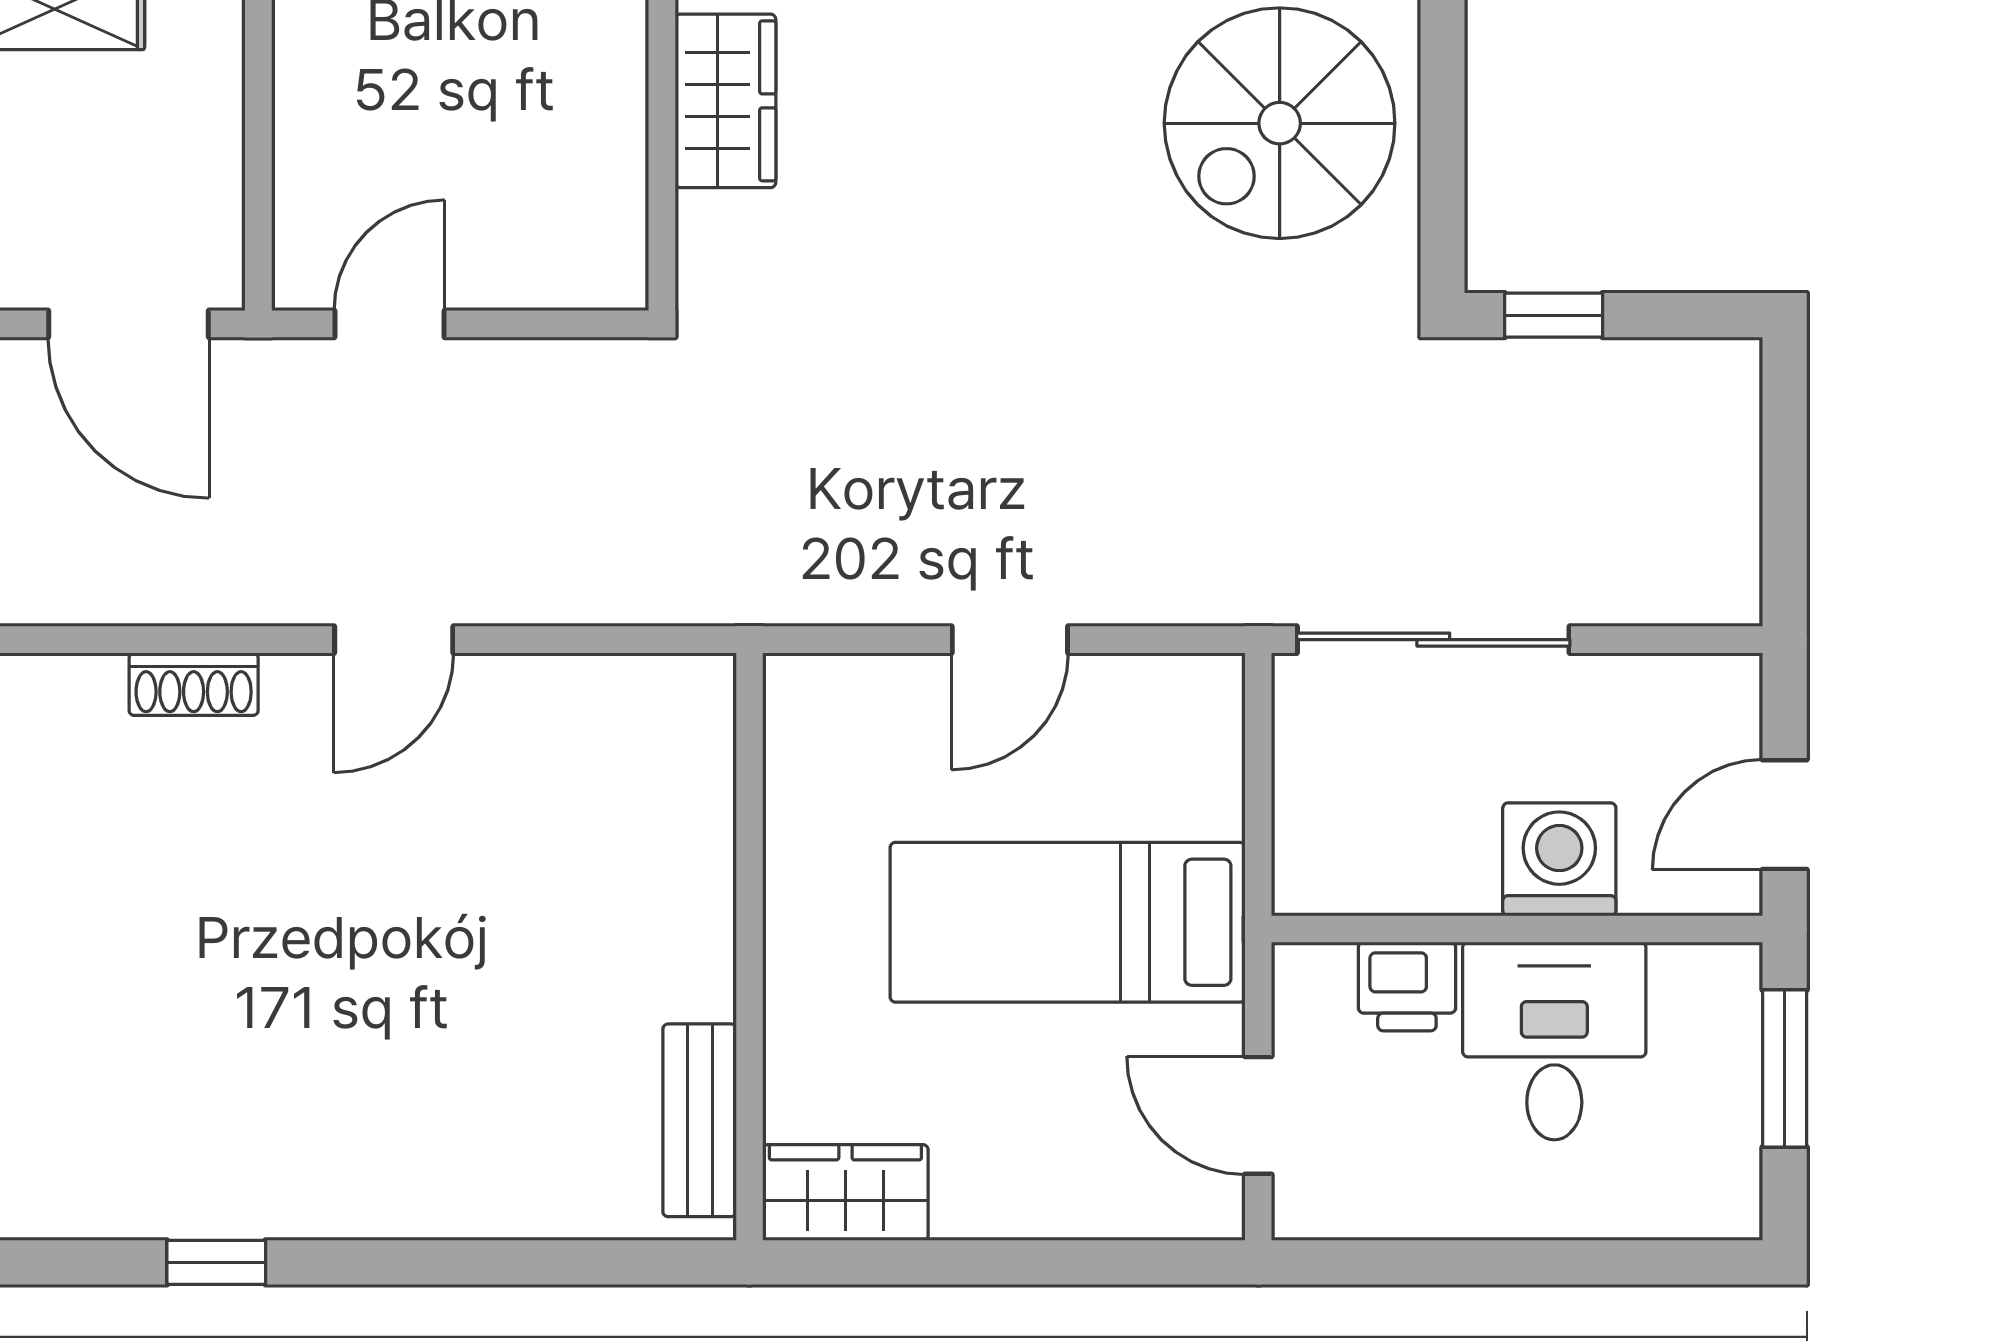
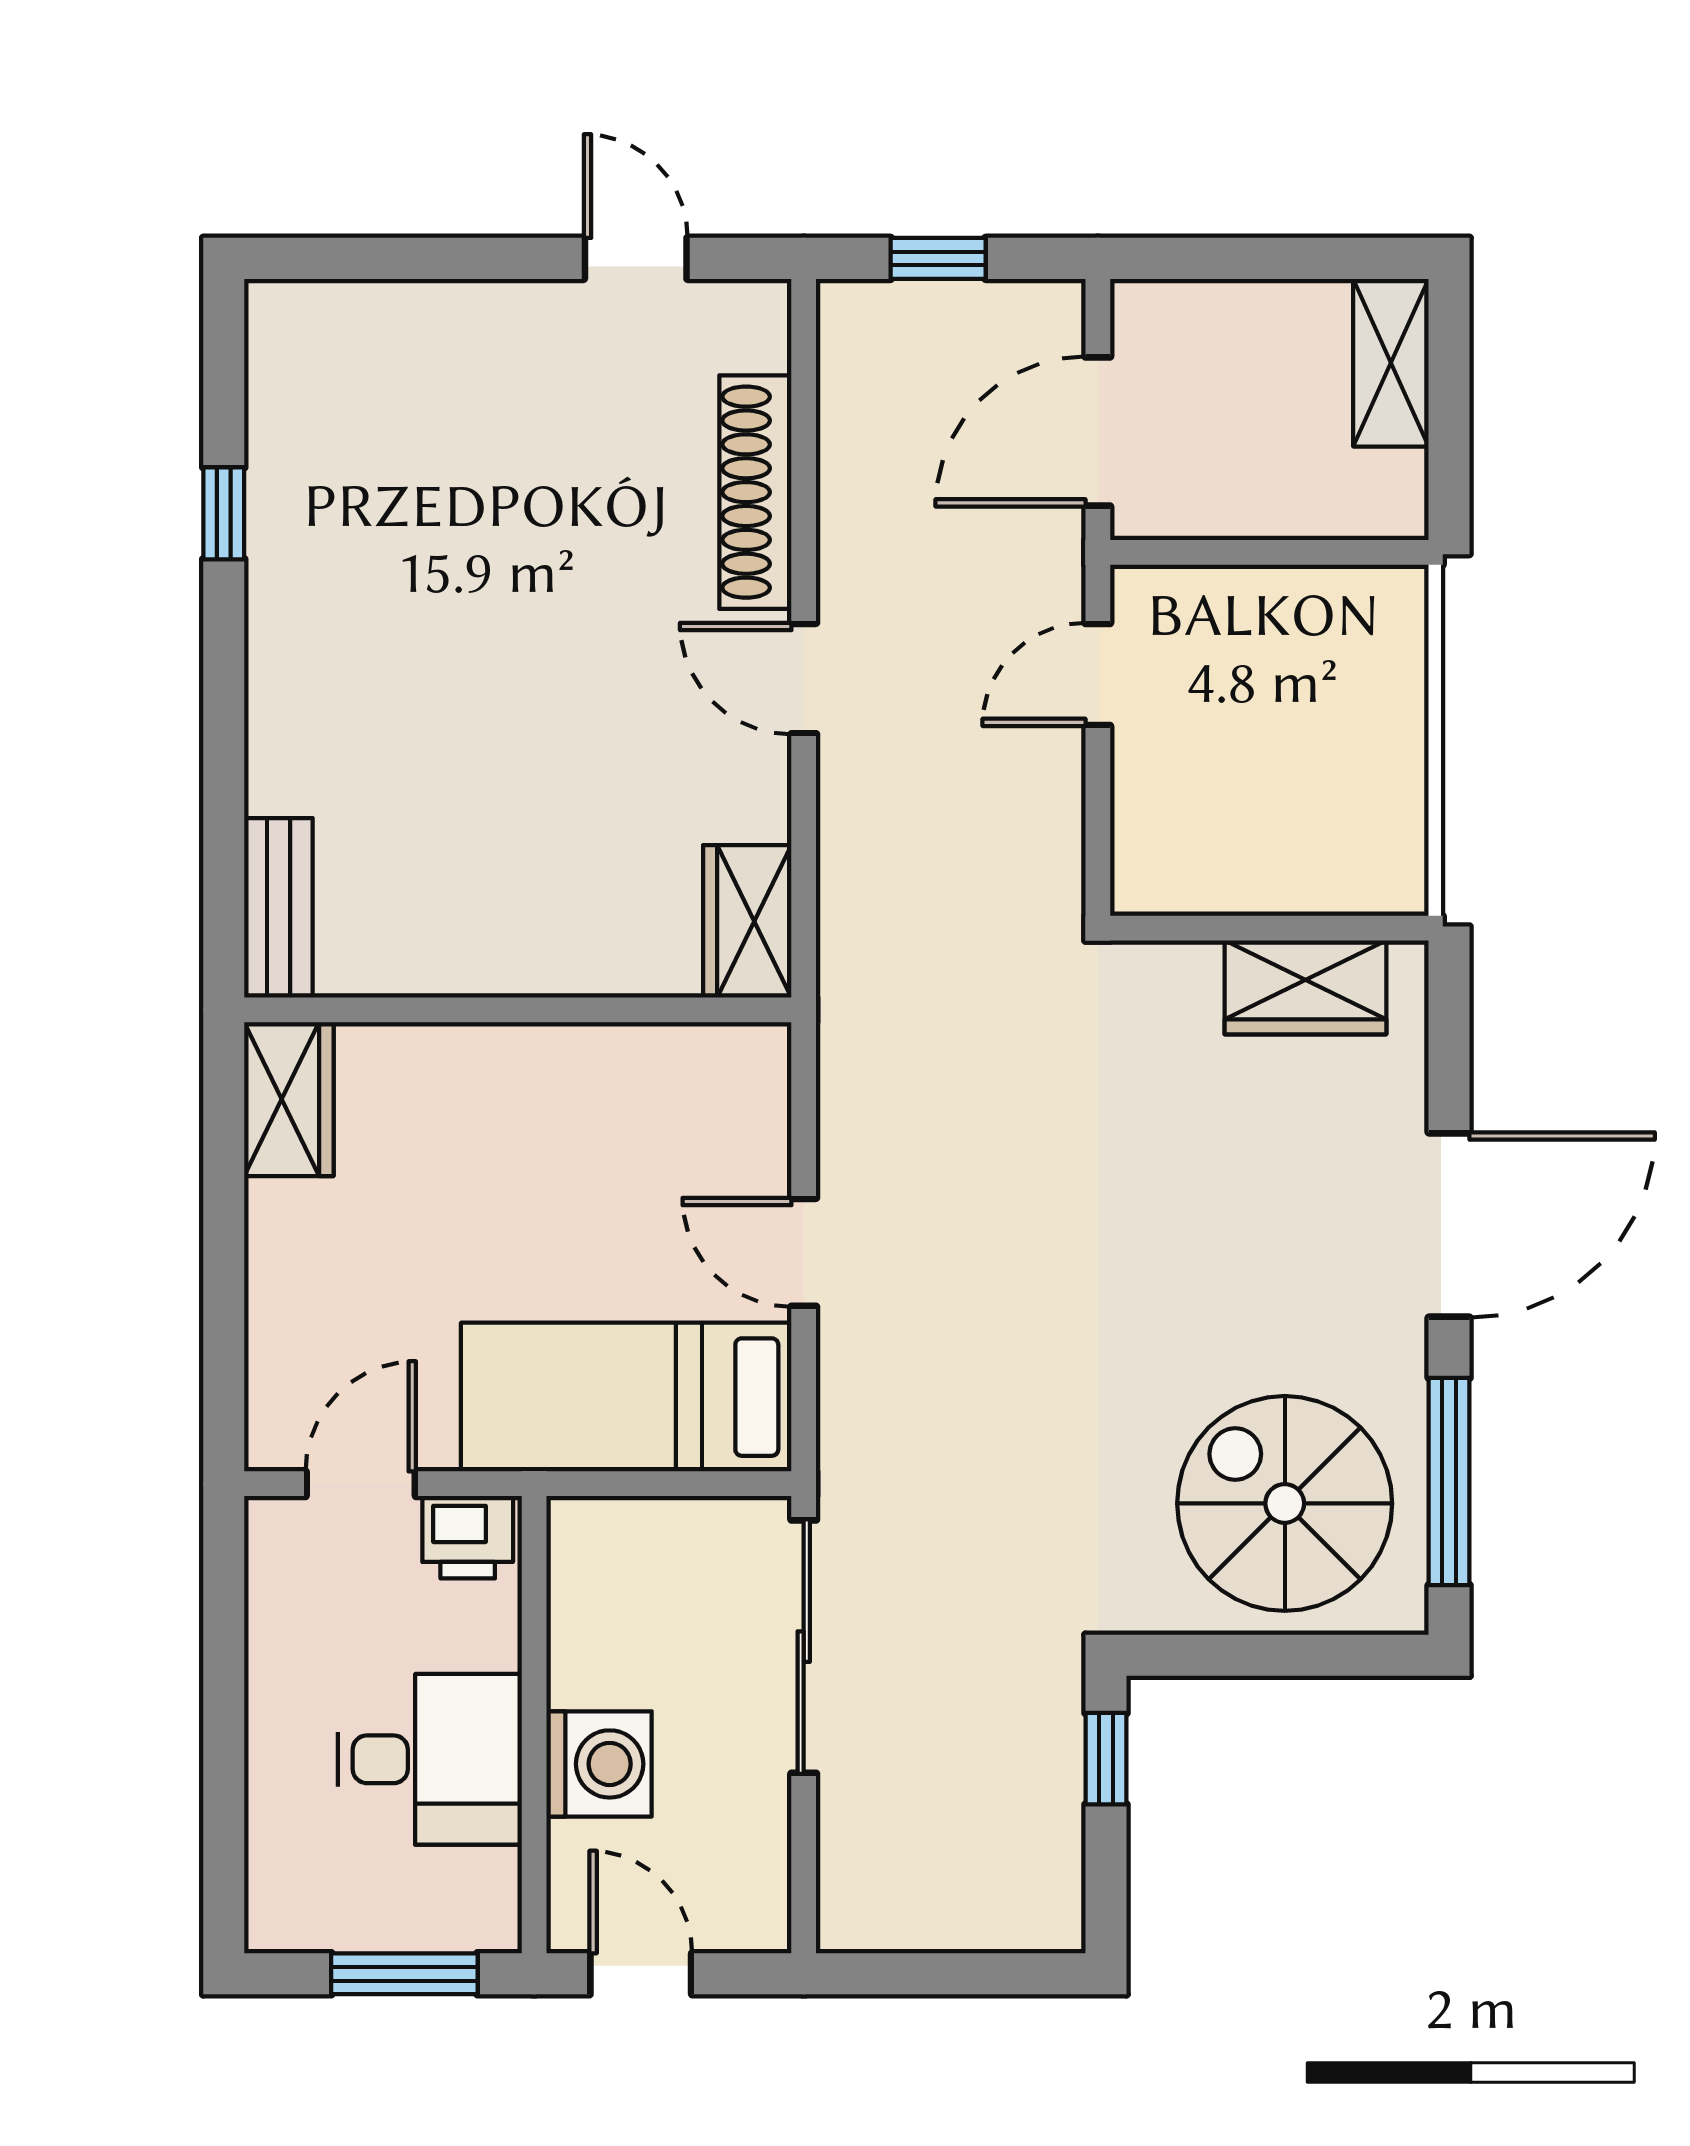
door: (389, 324) -> (1098, 674), swing flipped
shoe rack: (194, 684) -> (755, 492), width x1.94, depth x1.24
wardrobe: (655, 700) -> (747, 921), added
bed: (1068, 922) -> (626, 1397), moved, turned -90
printer: (1407, 987) -> (468, 1537), moved, turned -90
bench: (700, 1120) -> (278, 908), moved, turned 90

